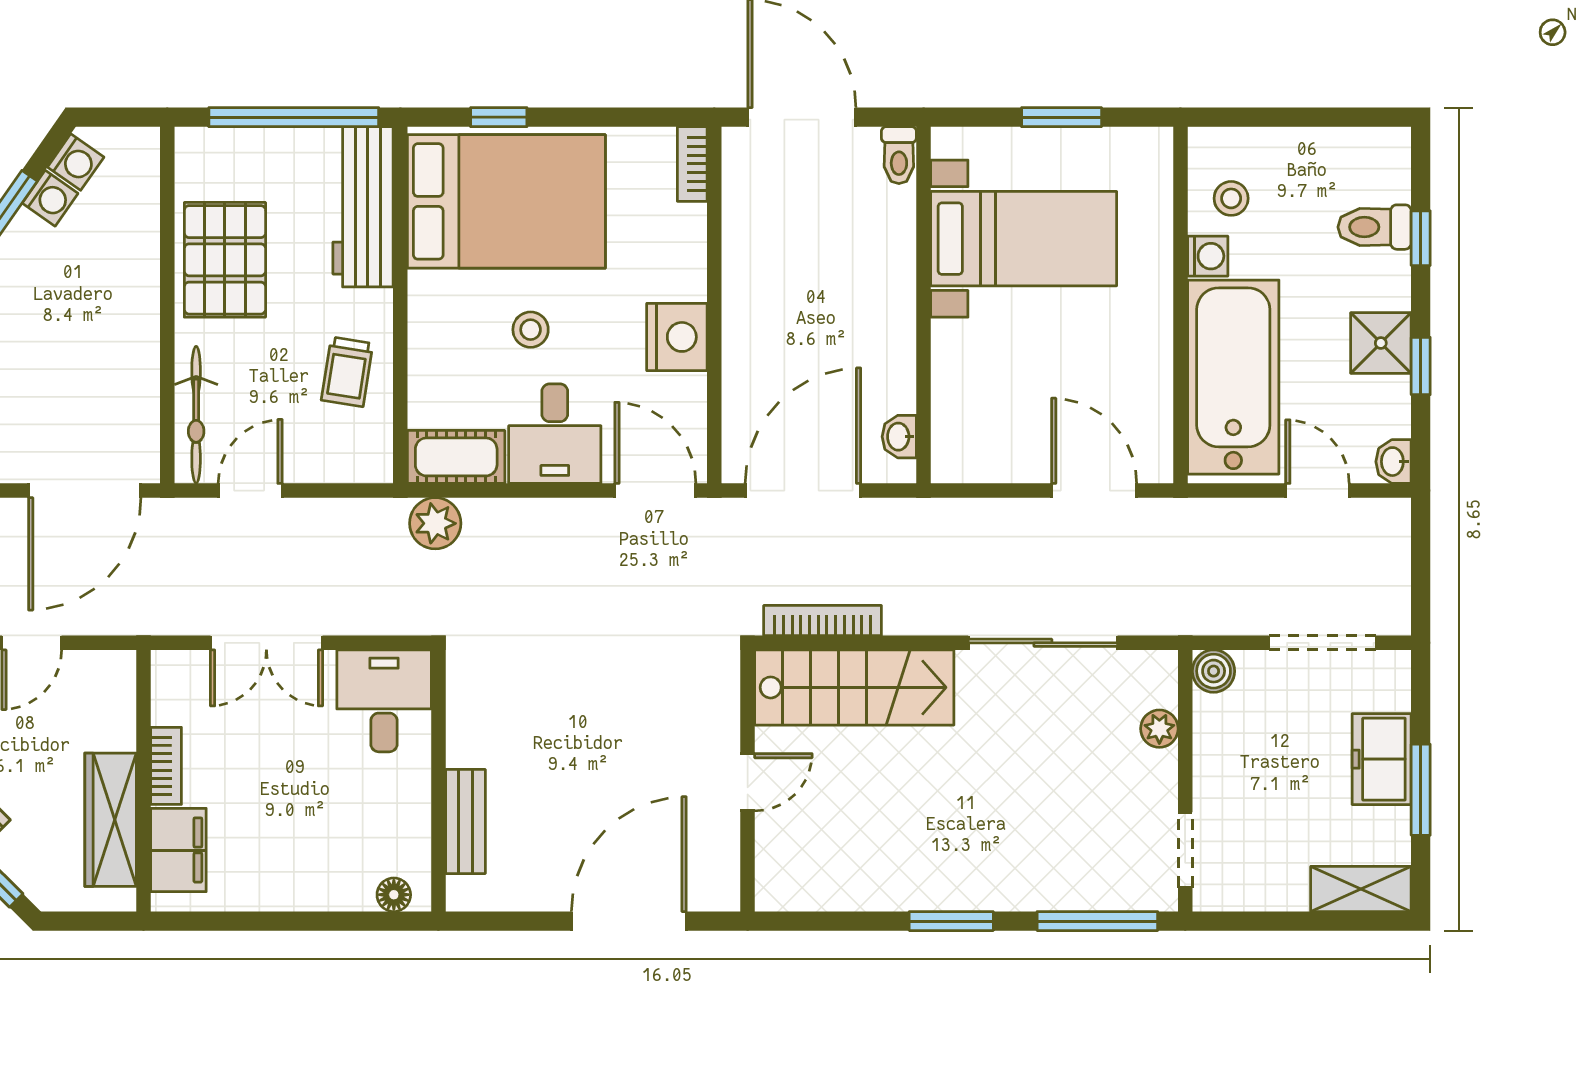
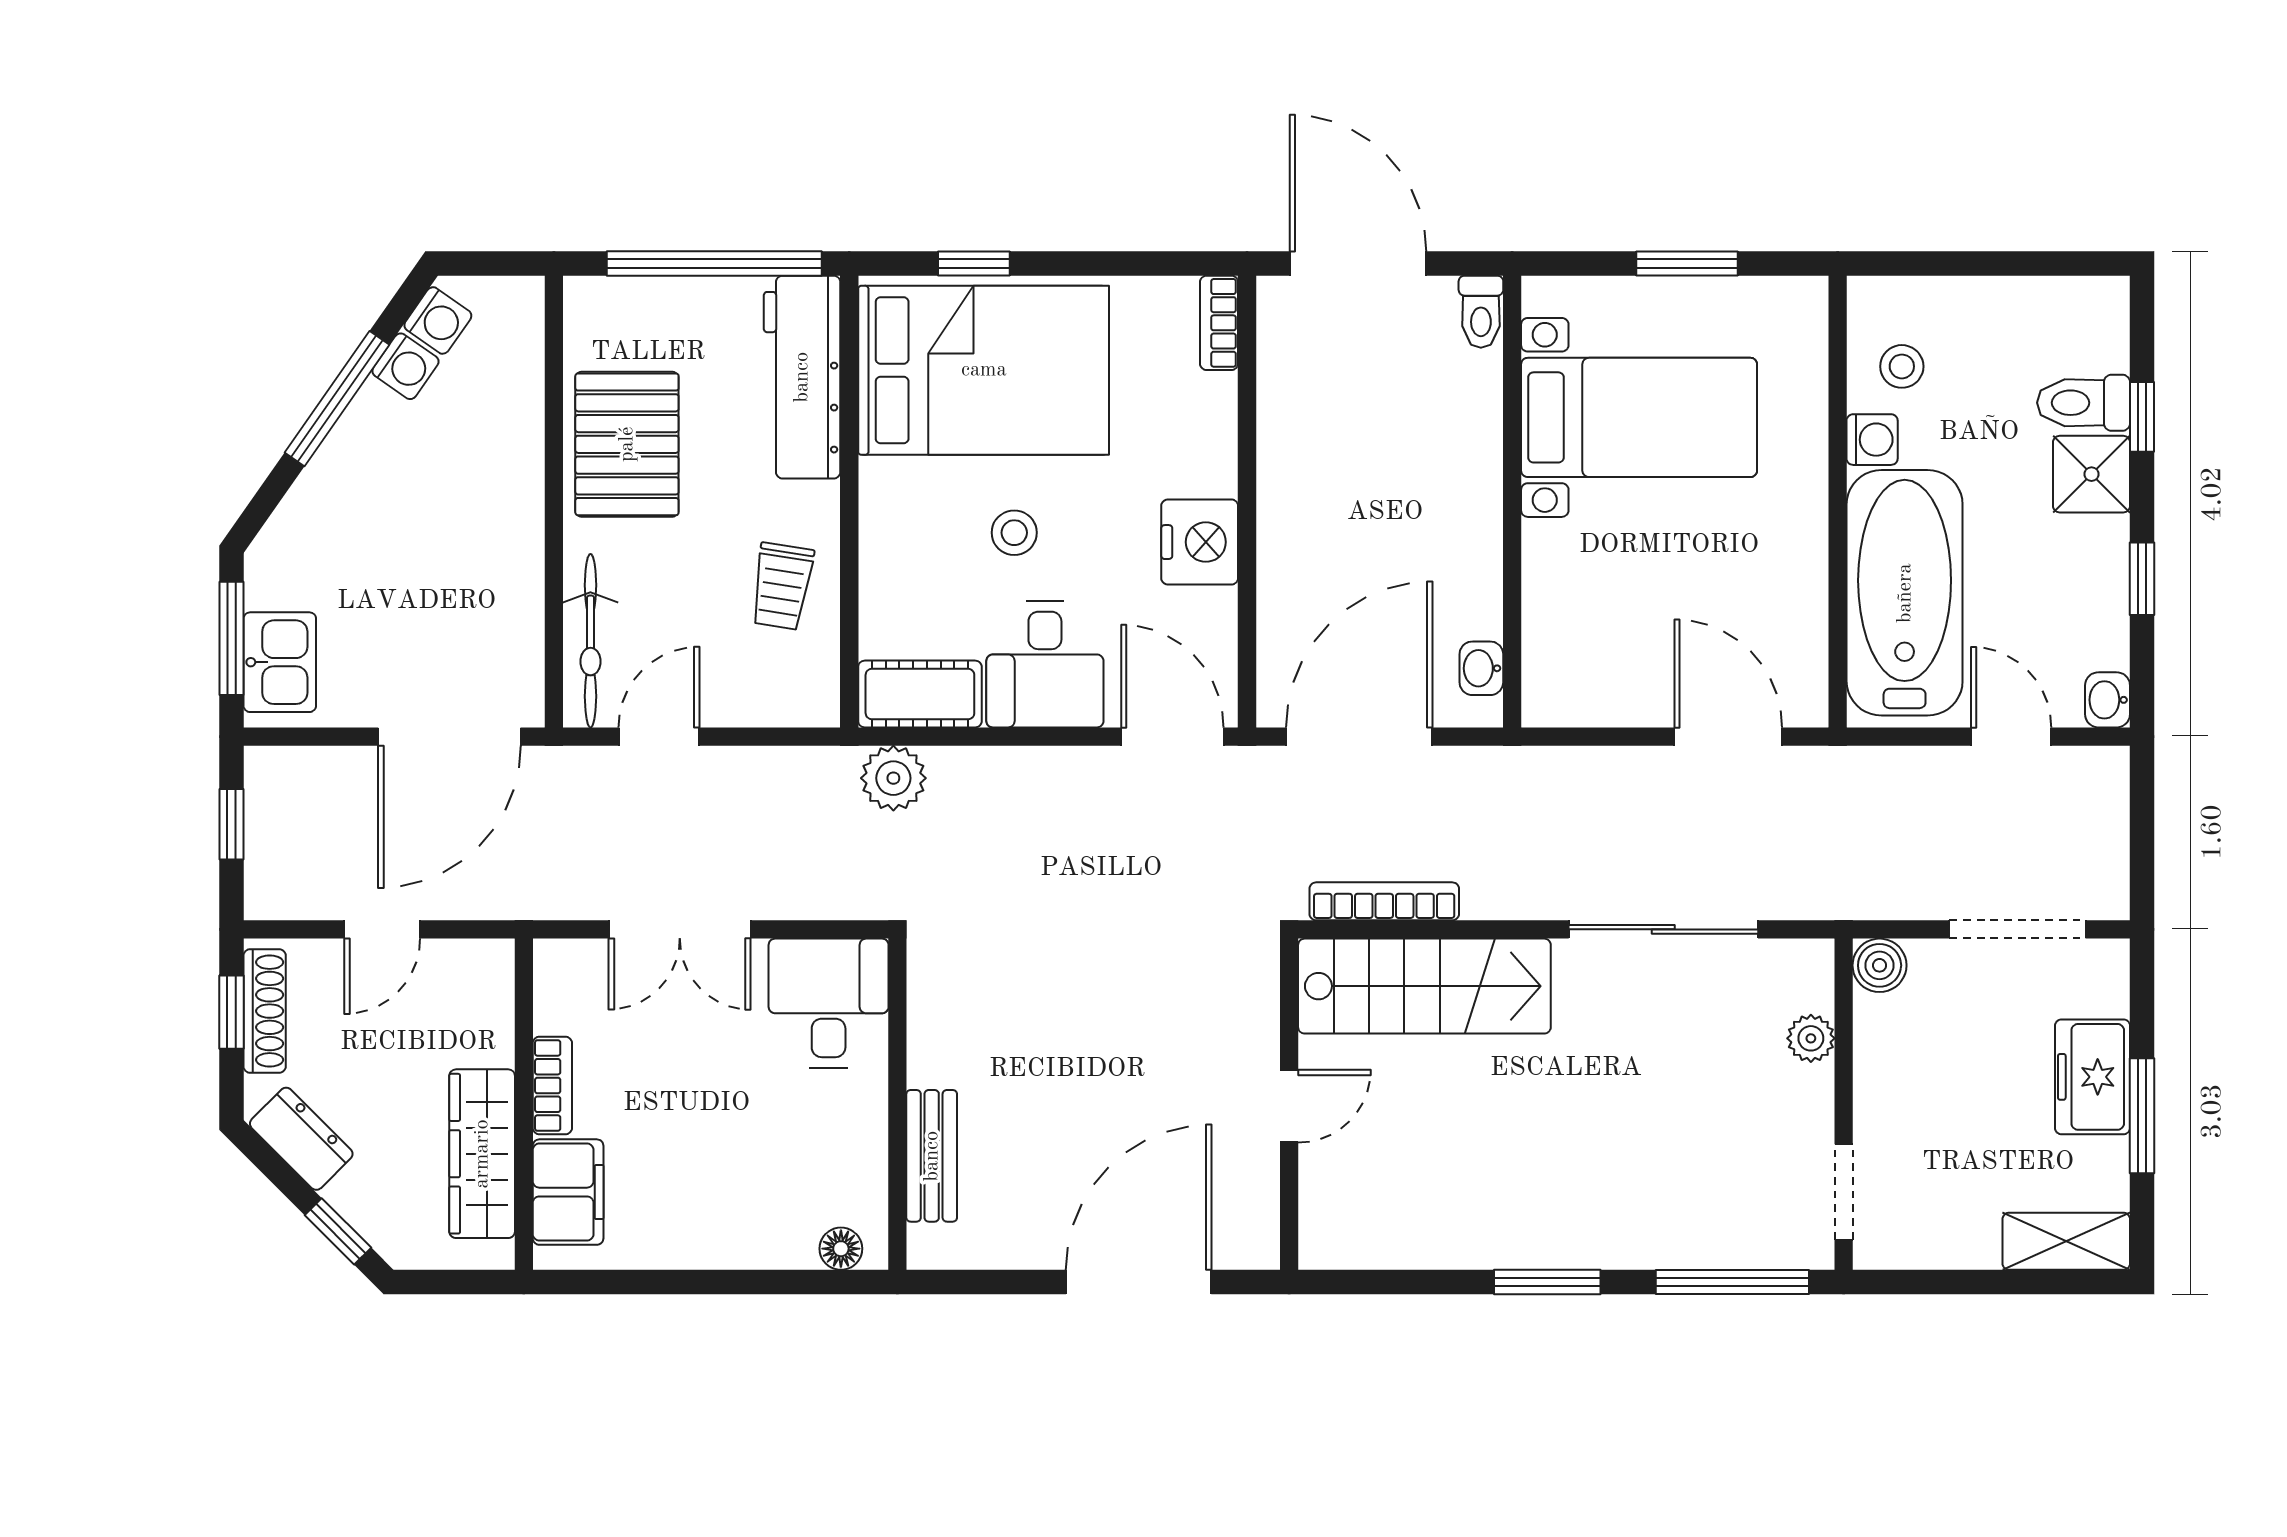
shower: (1381, 343) -> (2092, 474), moved

